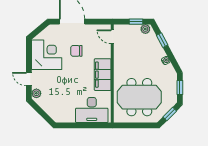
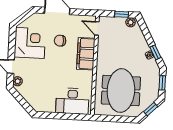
window: (162, 40) -> (155, 52), moved
filing cabinet: (103, 75) -> (86, 54), moved
meeting table: (139, 97) -> (121, 91), turned 90

